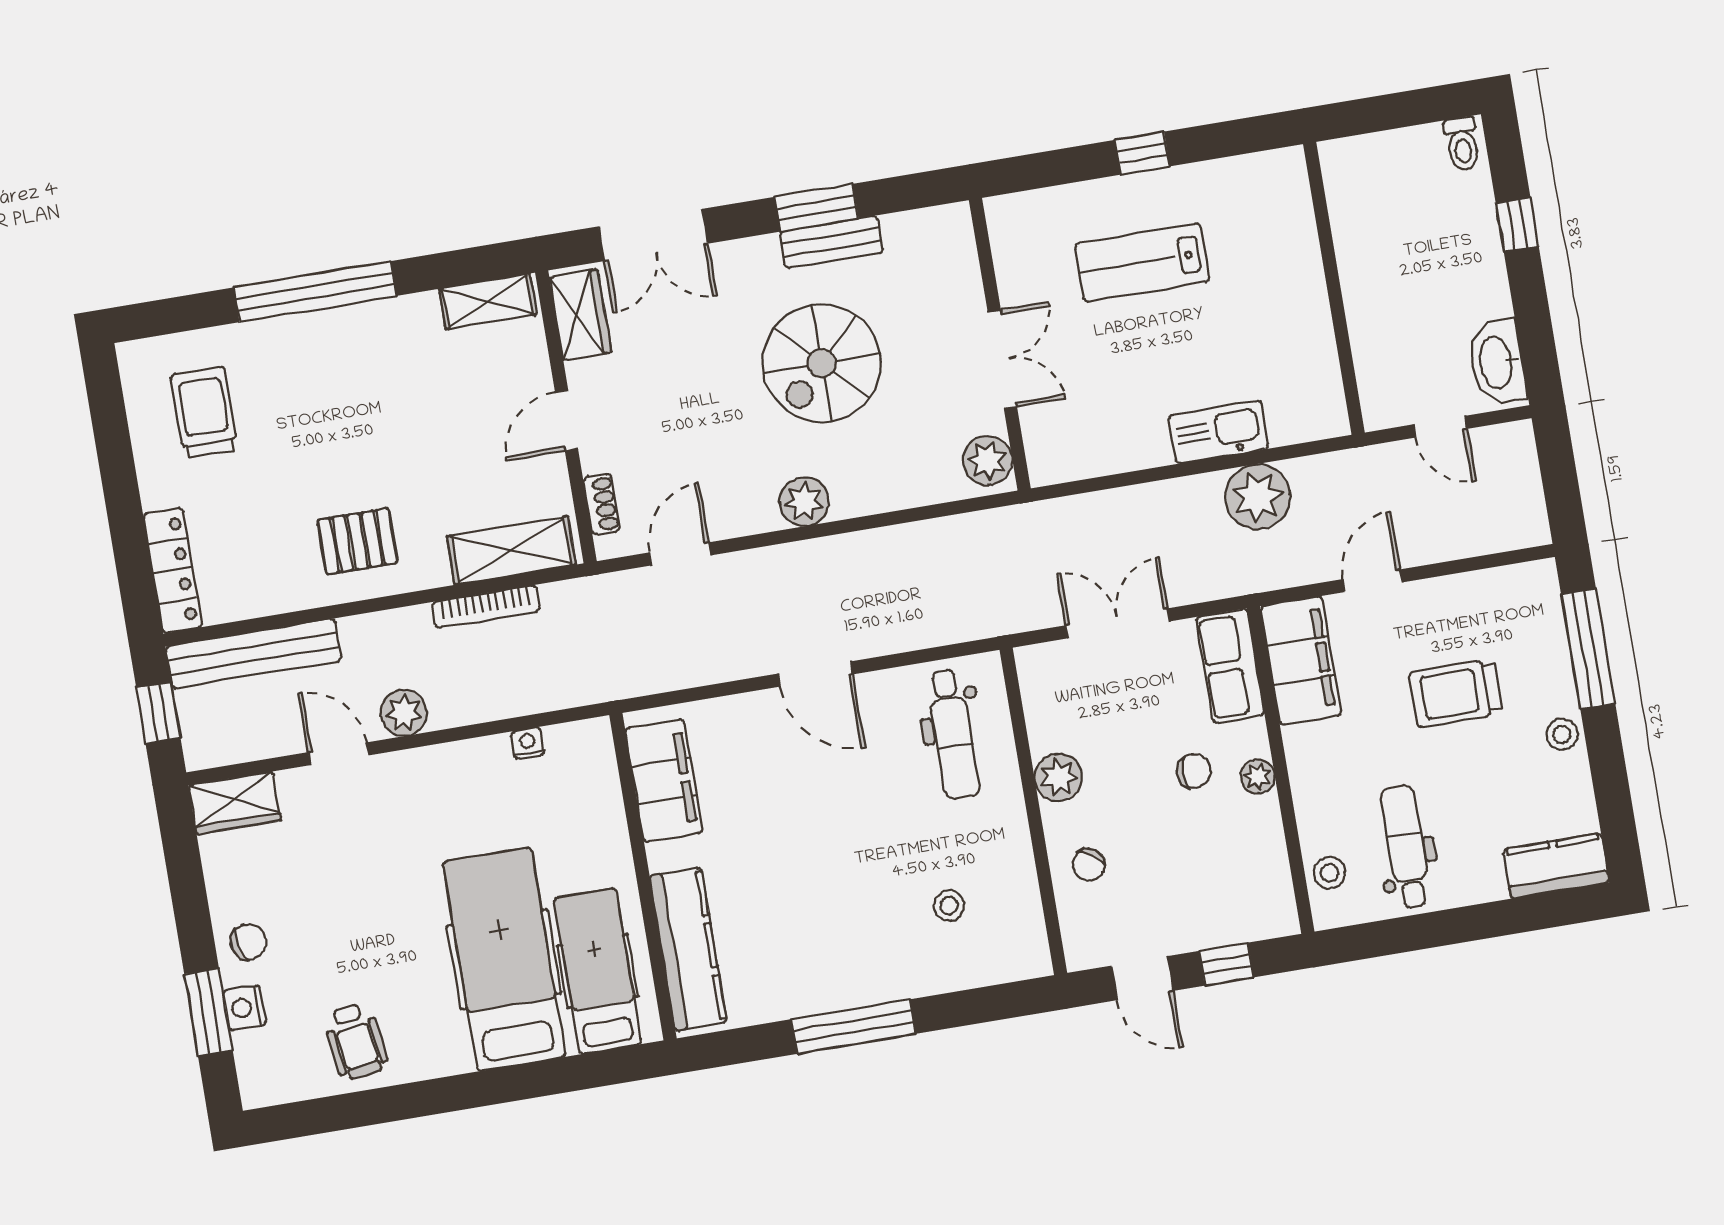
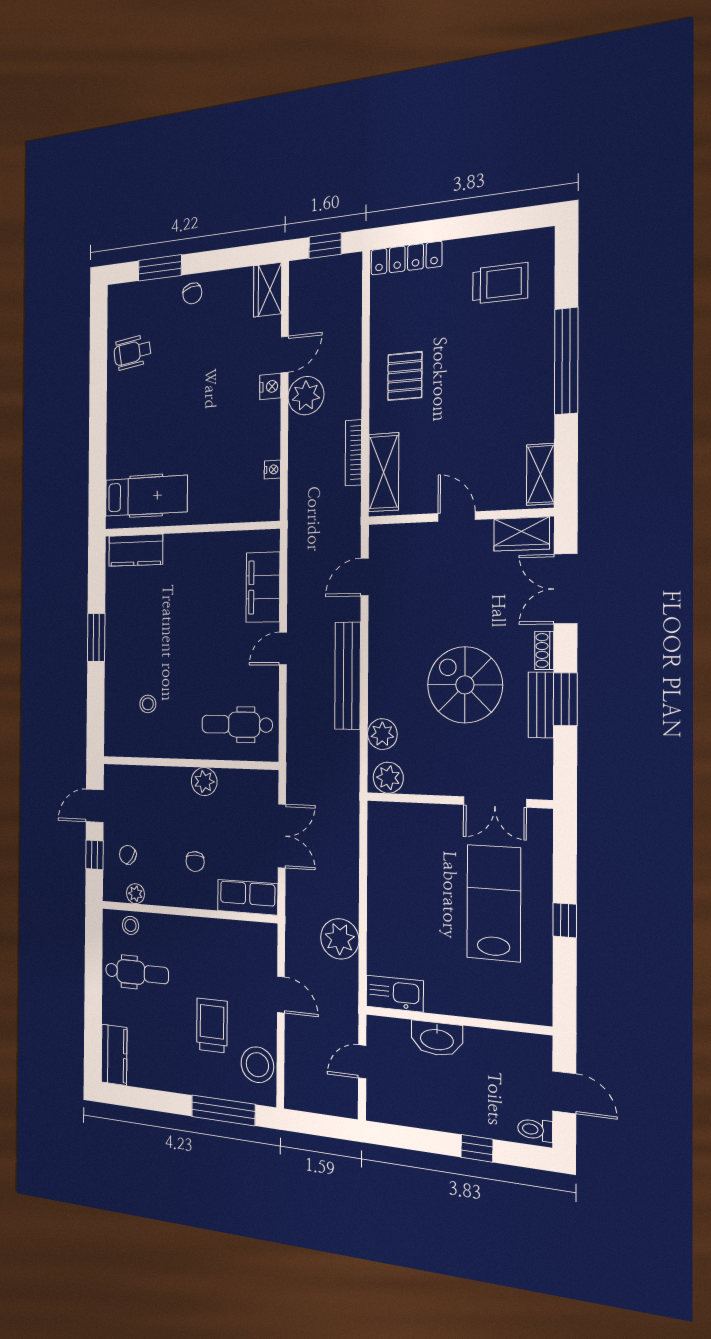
door: (1394, 111) -> (564, 1092), added
lab bench: (1142, 262) -> (494, 903), width x1.36, depth x1.39
double door: (1002, 359) -> (495, 802), moved
washbasin: (1497, 362) -> (437, 1039), moved, turned 180
kitchen sink: (1219, 432) -> (395, 994), moved, turned -90
plant: (804, 501) -> (382, 734), moved
shoe rack: (602, 504) -> (544, 650), moved, turned 90
door: (680, 554) -> (365, 577), swing flipped
bench: (253, 654) -> (348, 676), moved
filing cabinet: (1301, 661) -> (244, 940), removed
door: (815, 674) -> (283, 649), width x0.73
plant: (404, 713) -> (306, 396), width x1.36, depth x1.36
stool: (1562, 734) -> (257, 1065), moved, width x1.89, depth x1.89
plant: (1258, 776) -> (136, 894), moved
filing cabinet: (664, 781) -> (263, 587), moved, turned 90
chair: (1089, 865) -> (128, 855), moved
kitchen counter: (688, 949) -> (136, 550), width x0.67
hospital bed: (504, 959) -> (160, 442), removed
nightstand: (245, 1008) -> (270, 387), moved, turned 90
window: (853, 1027) -> (96, 638), width x0.69

